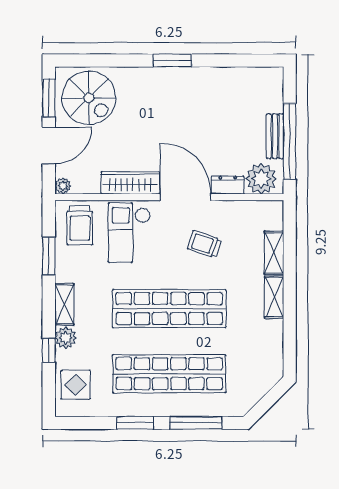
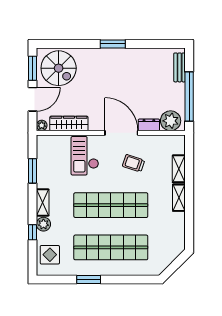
bench: (275, 136) -> (180, 67), moved
wardrobe: (130, 183) -> (69, 123), moved
trolley: (80, 225) -> (53, 151), removed
window: (196, 423) -> (128, 279), removed

